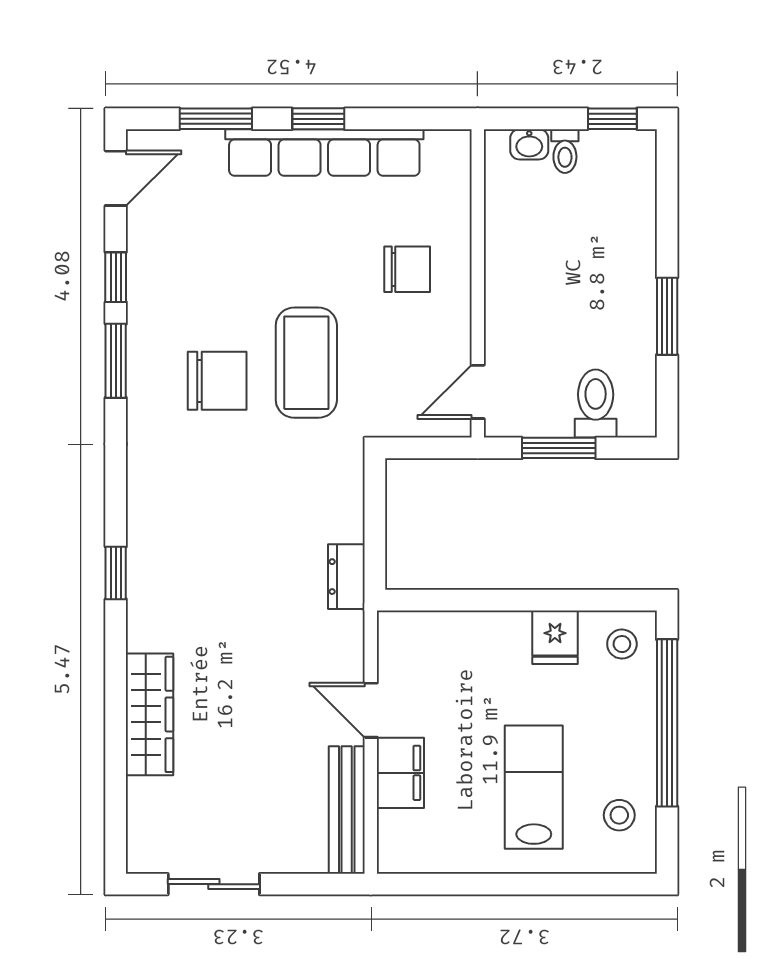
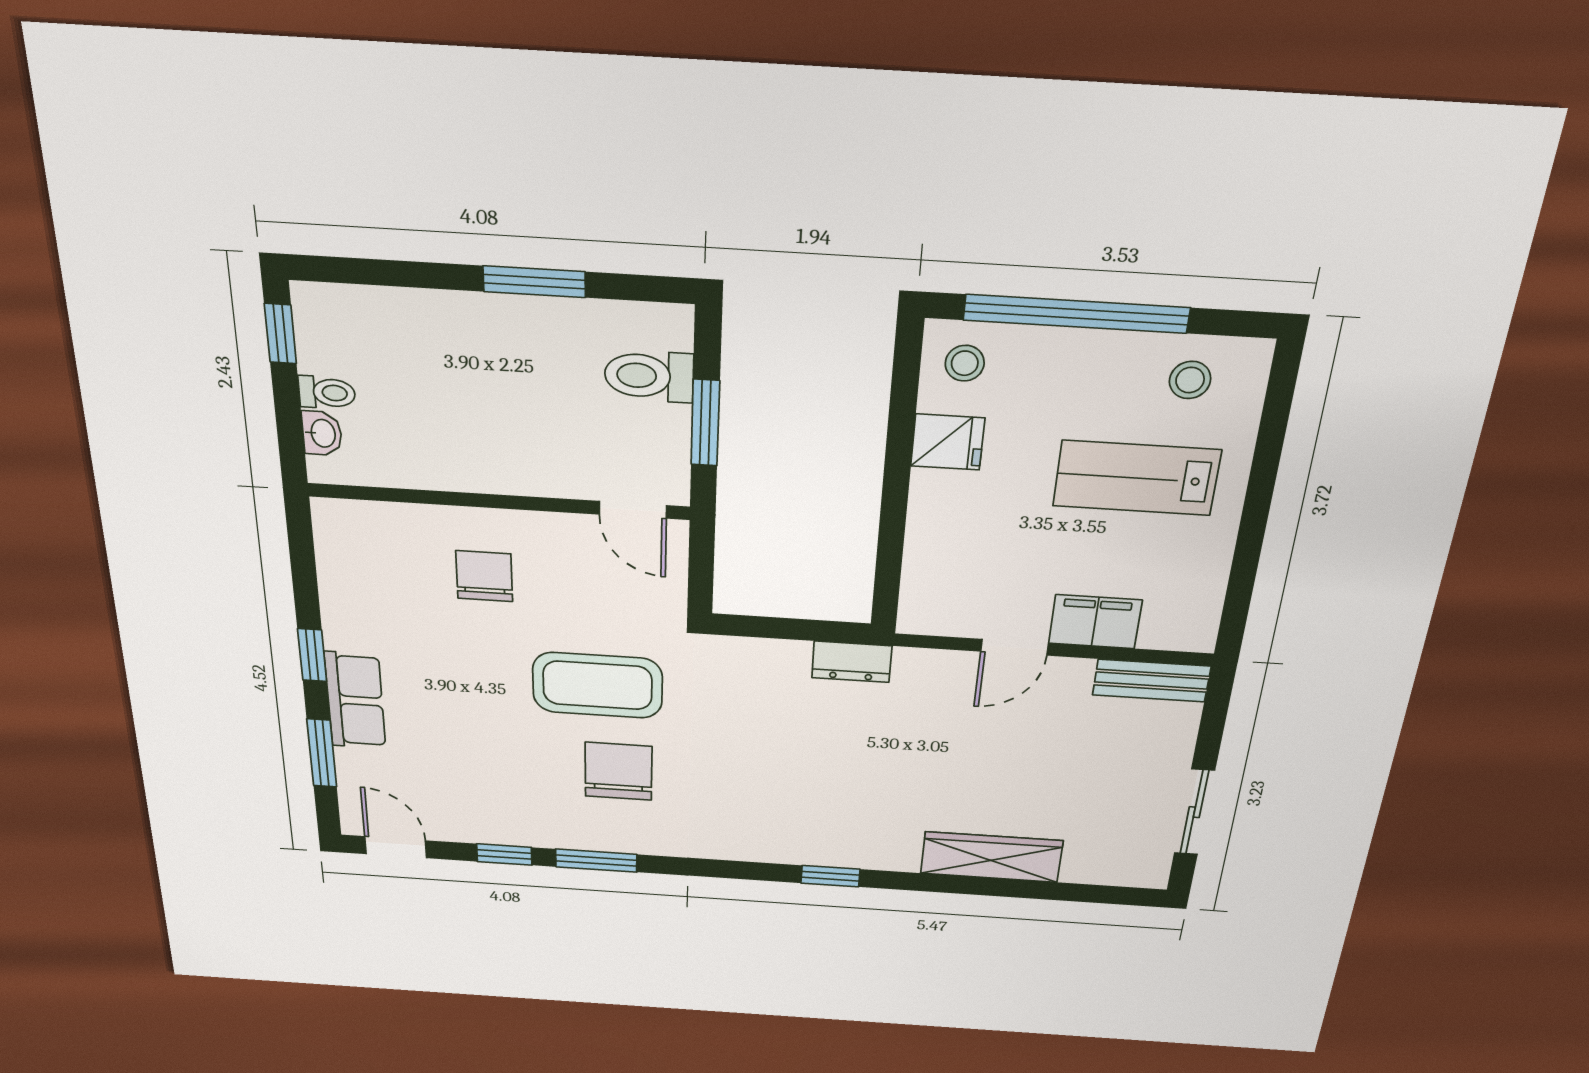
row of seats: (324, 153) -> (355, 700), width x0.50
bench: (347, 810) -> (1152, 681), width x0.73

